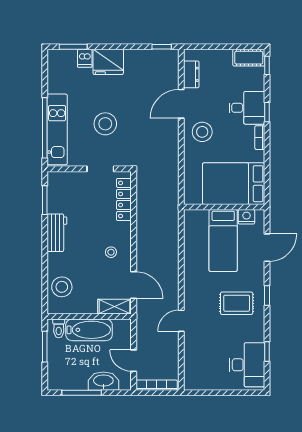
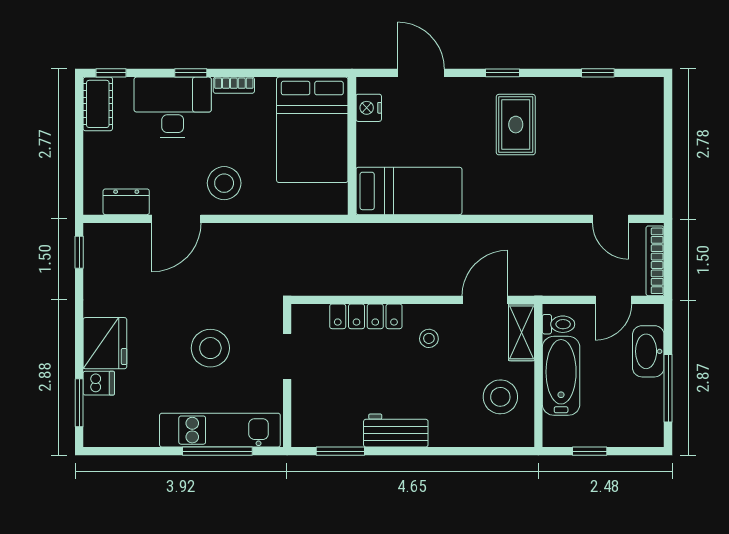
door: (181, 104) -> (176, 219), hinge flipped
desk: (247, 108) -> (173, 107), width x1.37
window: (45, 128) -> (217, 451), width x0.68
locker: (124, 199) -> (366, 316), moved
bed: (223, 240) -> (409, 191), moved
stool: (62, 287) -> (500, 397), moved
door: (181, 321) -> (611, 219), moved
toilet: (59, 328) -> (559, 324), moved
window: (45, 347) -> (590, 451), width x0.67
desk: (247, 365) -> (620, 107), removed

